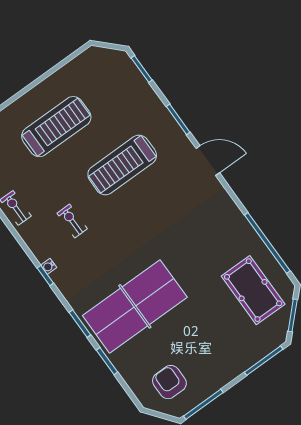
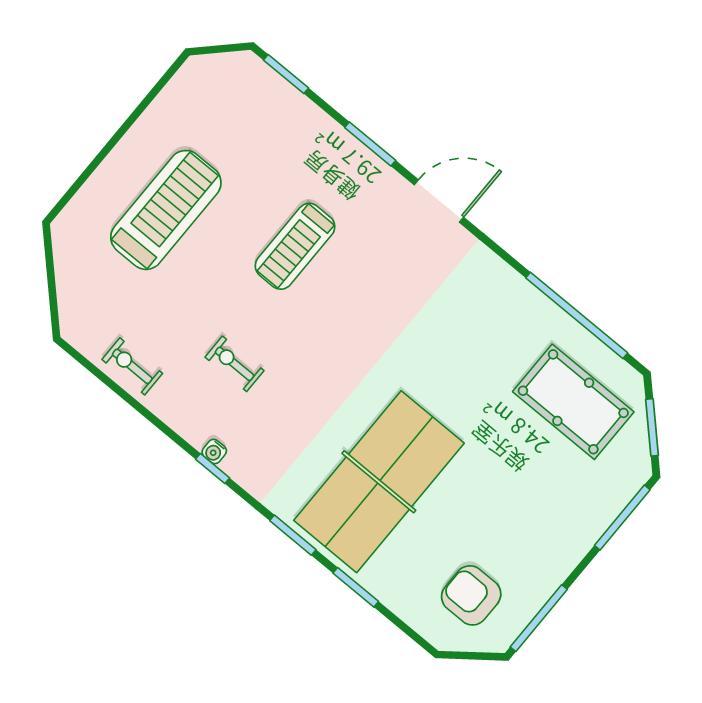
treadmill: (122, 165) -> (295, 246), width x0.73, depth x0.73

